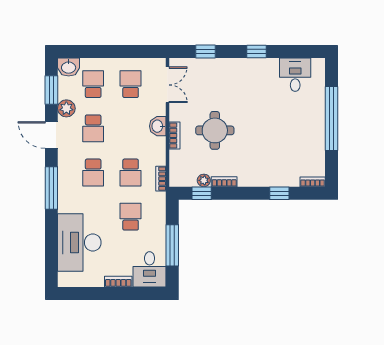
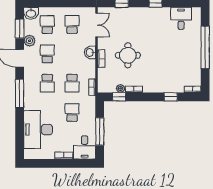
school desk: (93, 128) -> (47, 54), turned 180

